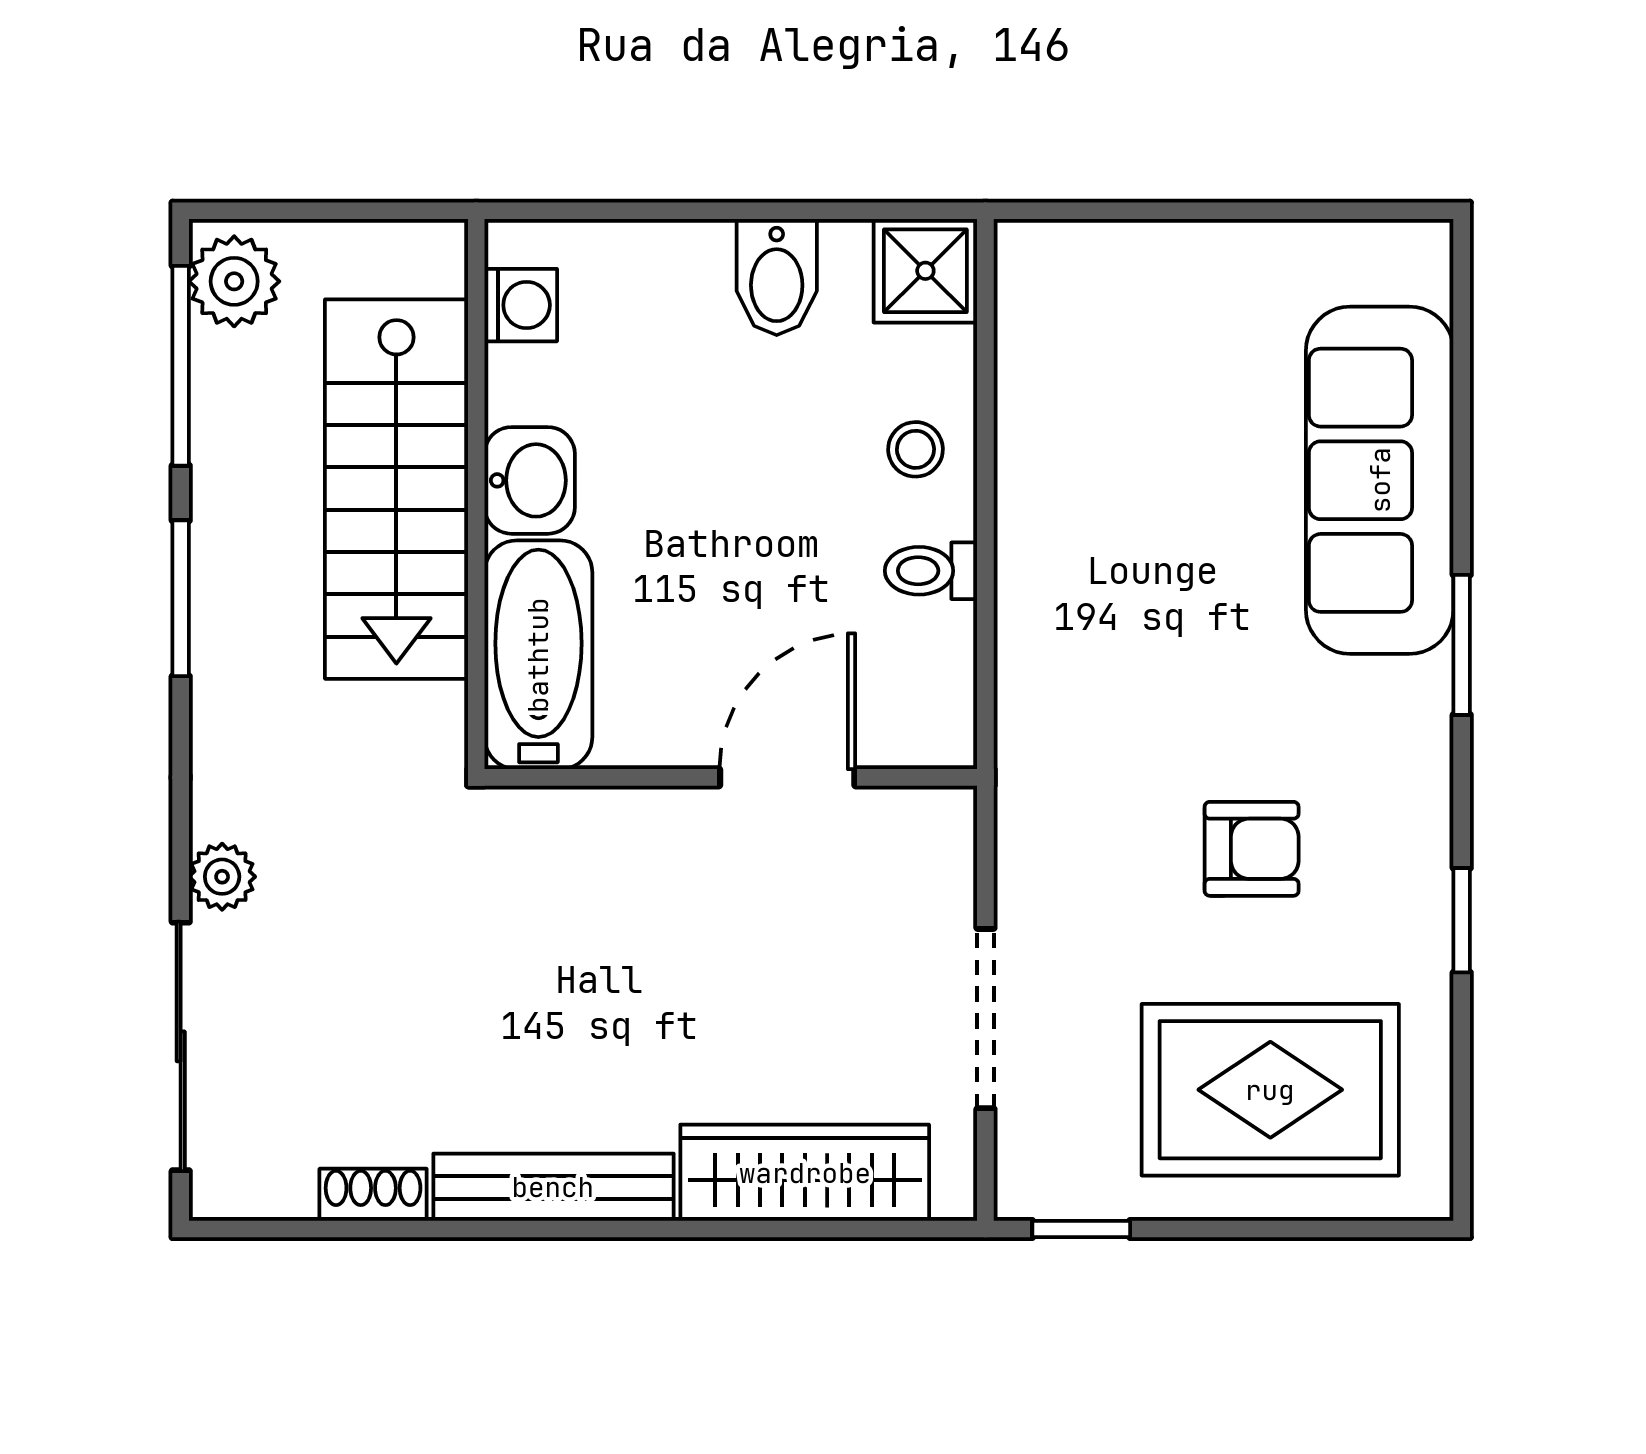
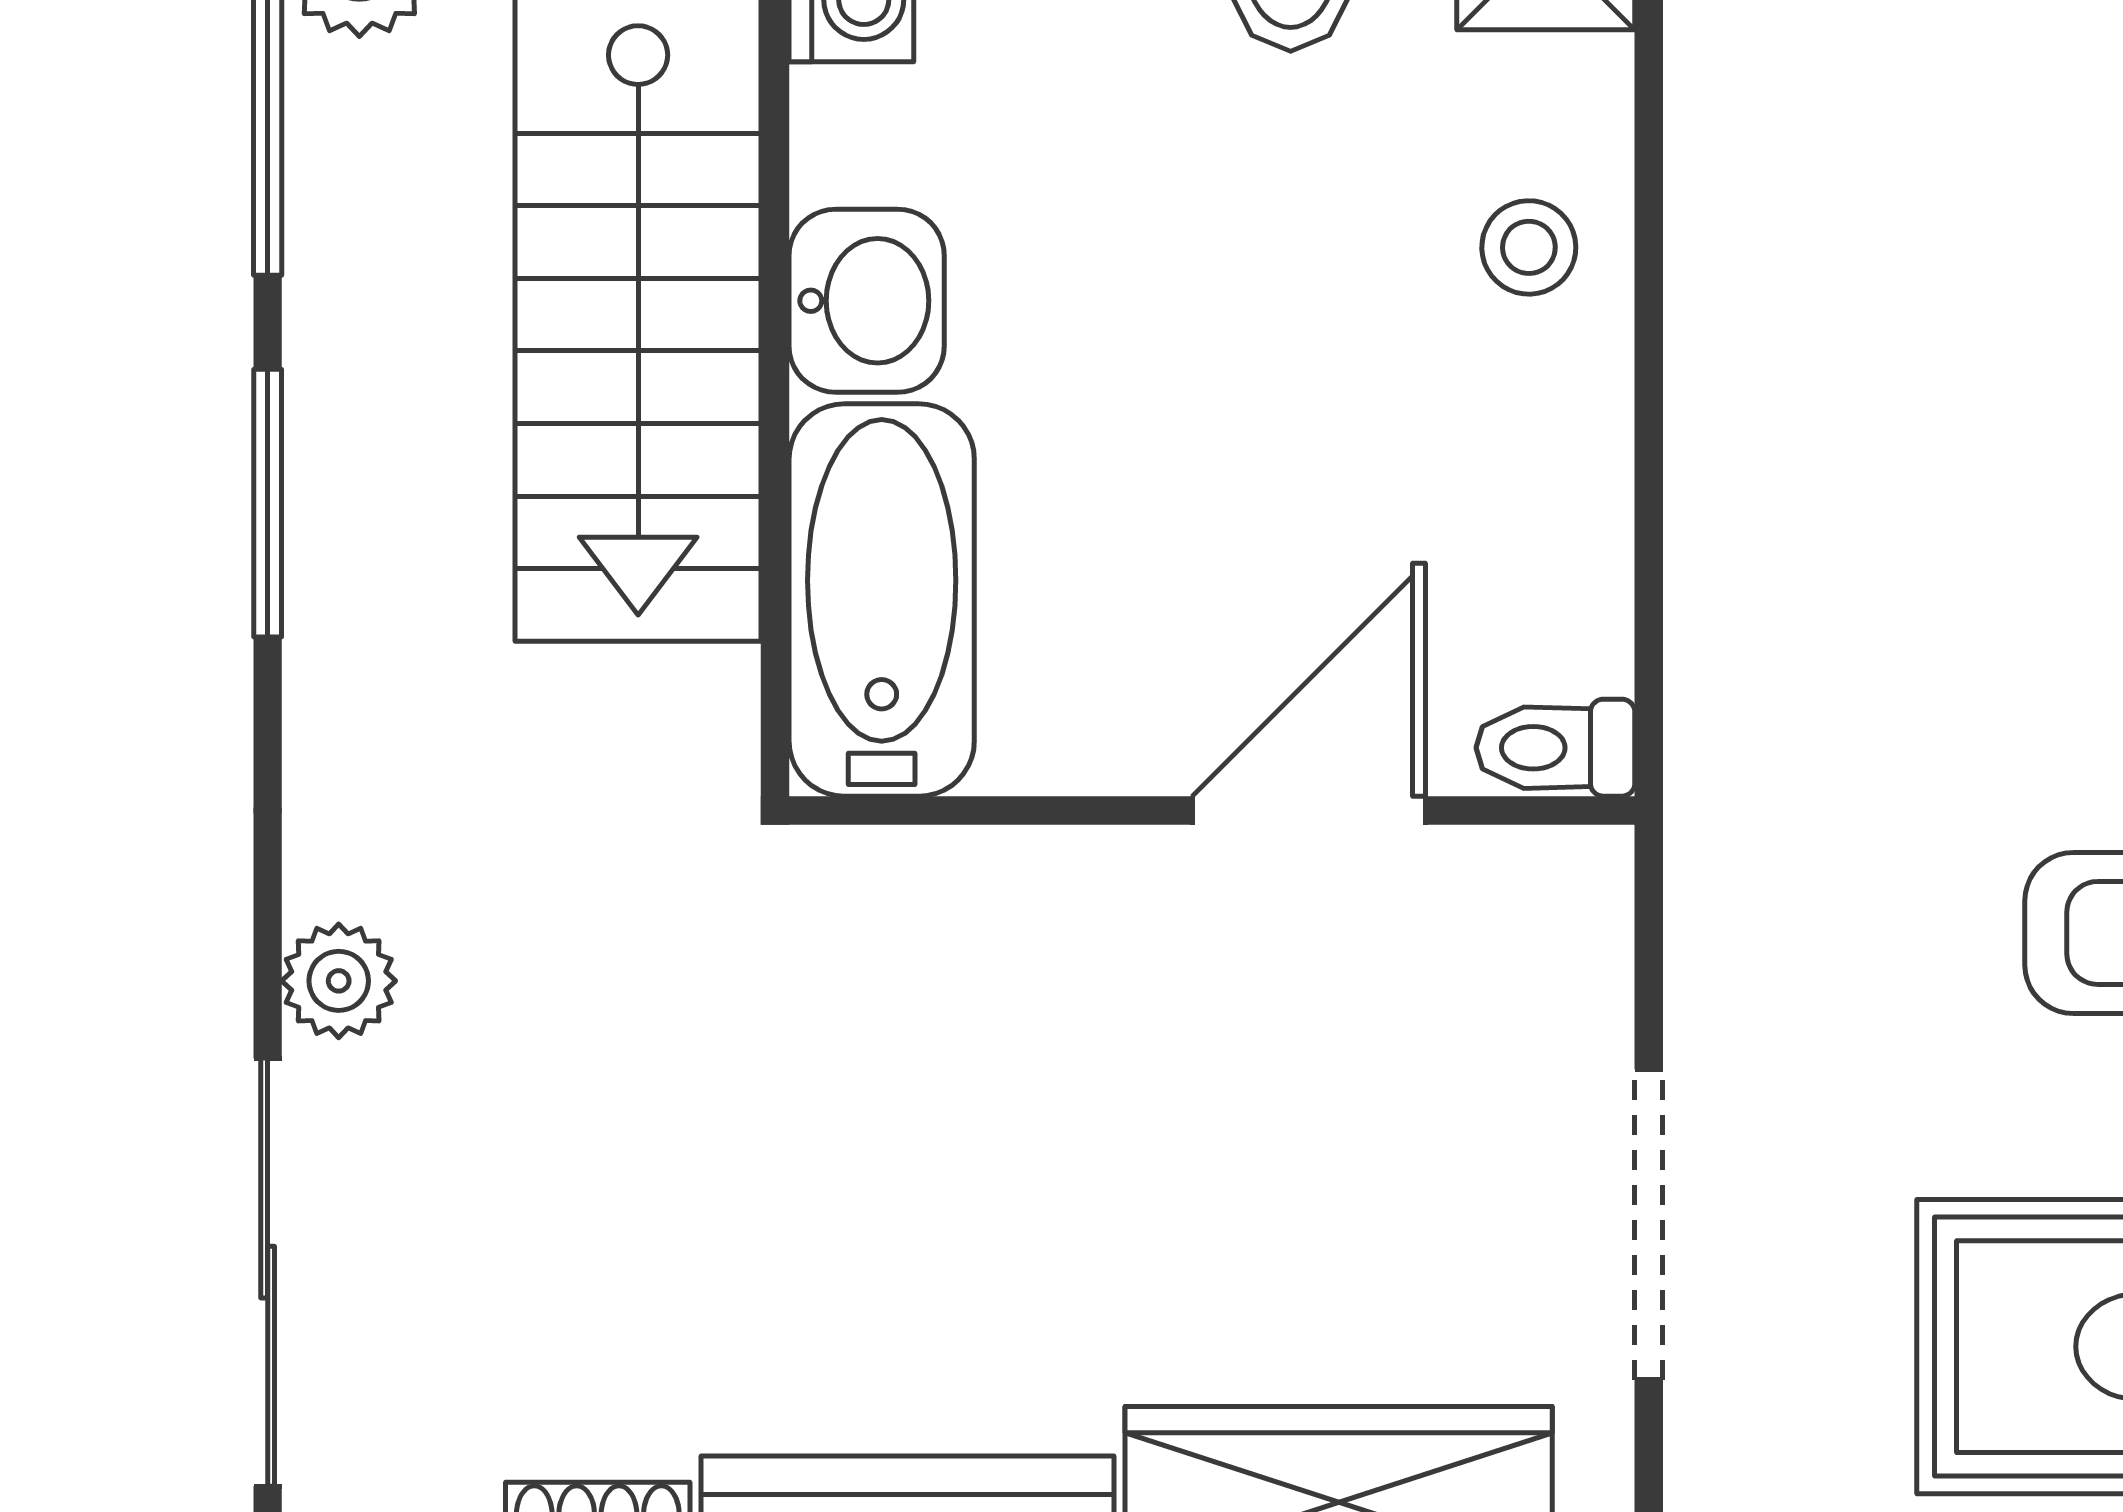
toilet: (931, 571) -> (1555, 748), moved

